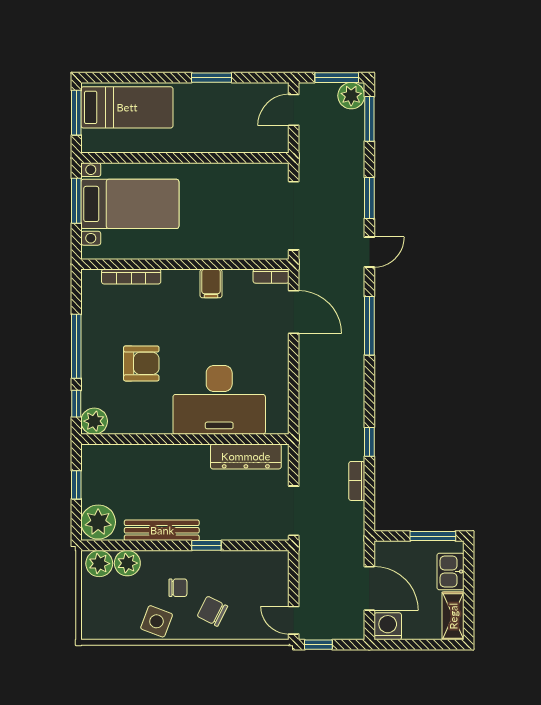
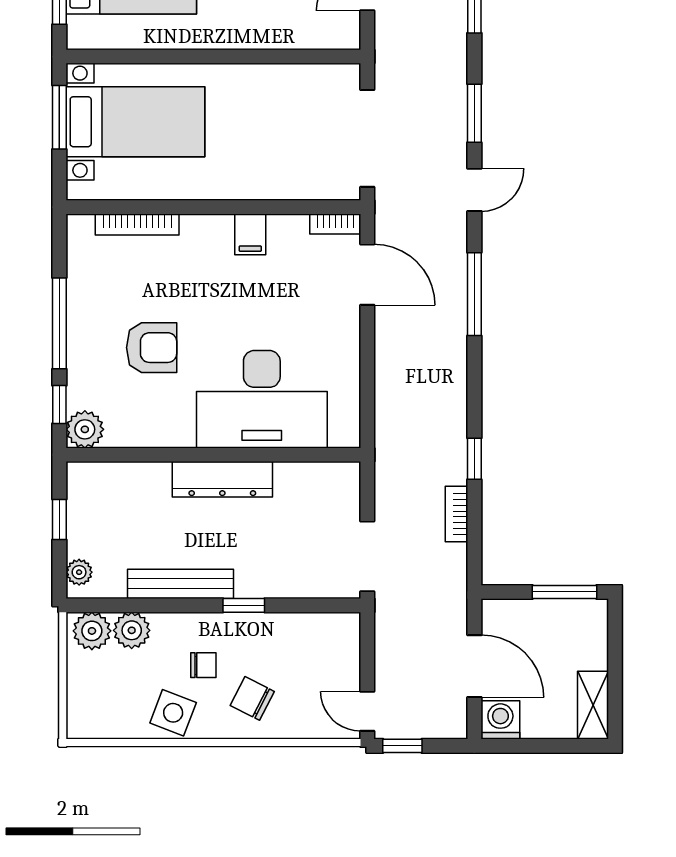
dresser: (246, 456) -> (222, 479), moved
plant: (98, 522) -> (79, 572), width x0.53, depth x0.53
kitchen sink: (450, 572) -> (589, 642), removed

